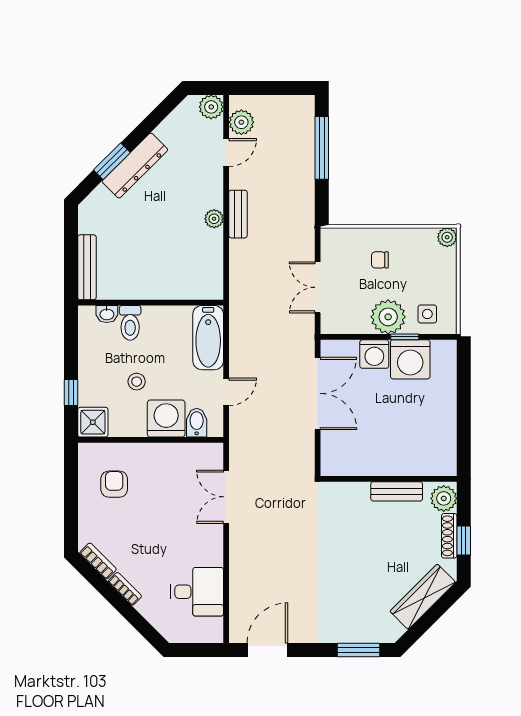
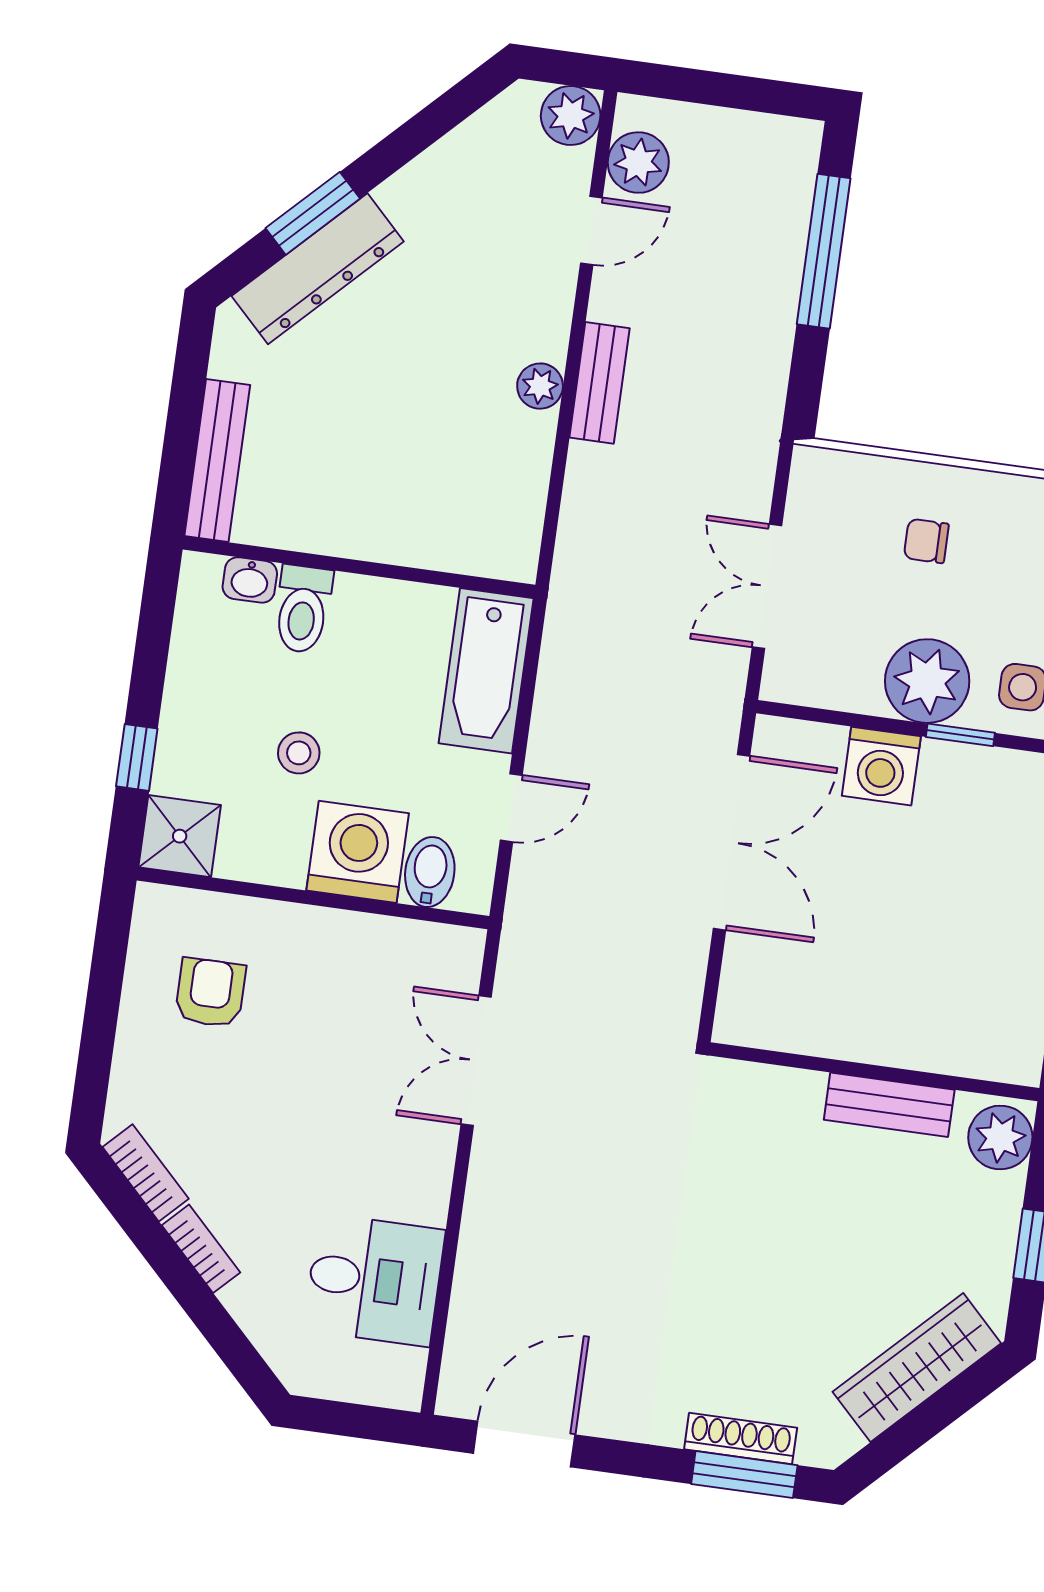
dresser: (135, 166) -> (318, 269), moved
washing machine: (410, 359) -> (966, 791), removed
shoe rack: (449, 536) -> (741, 1438), moved, turned 90

